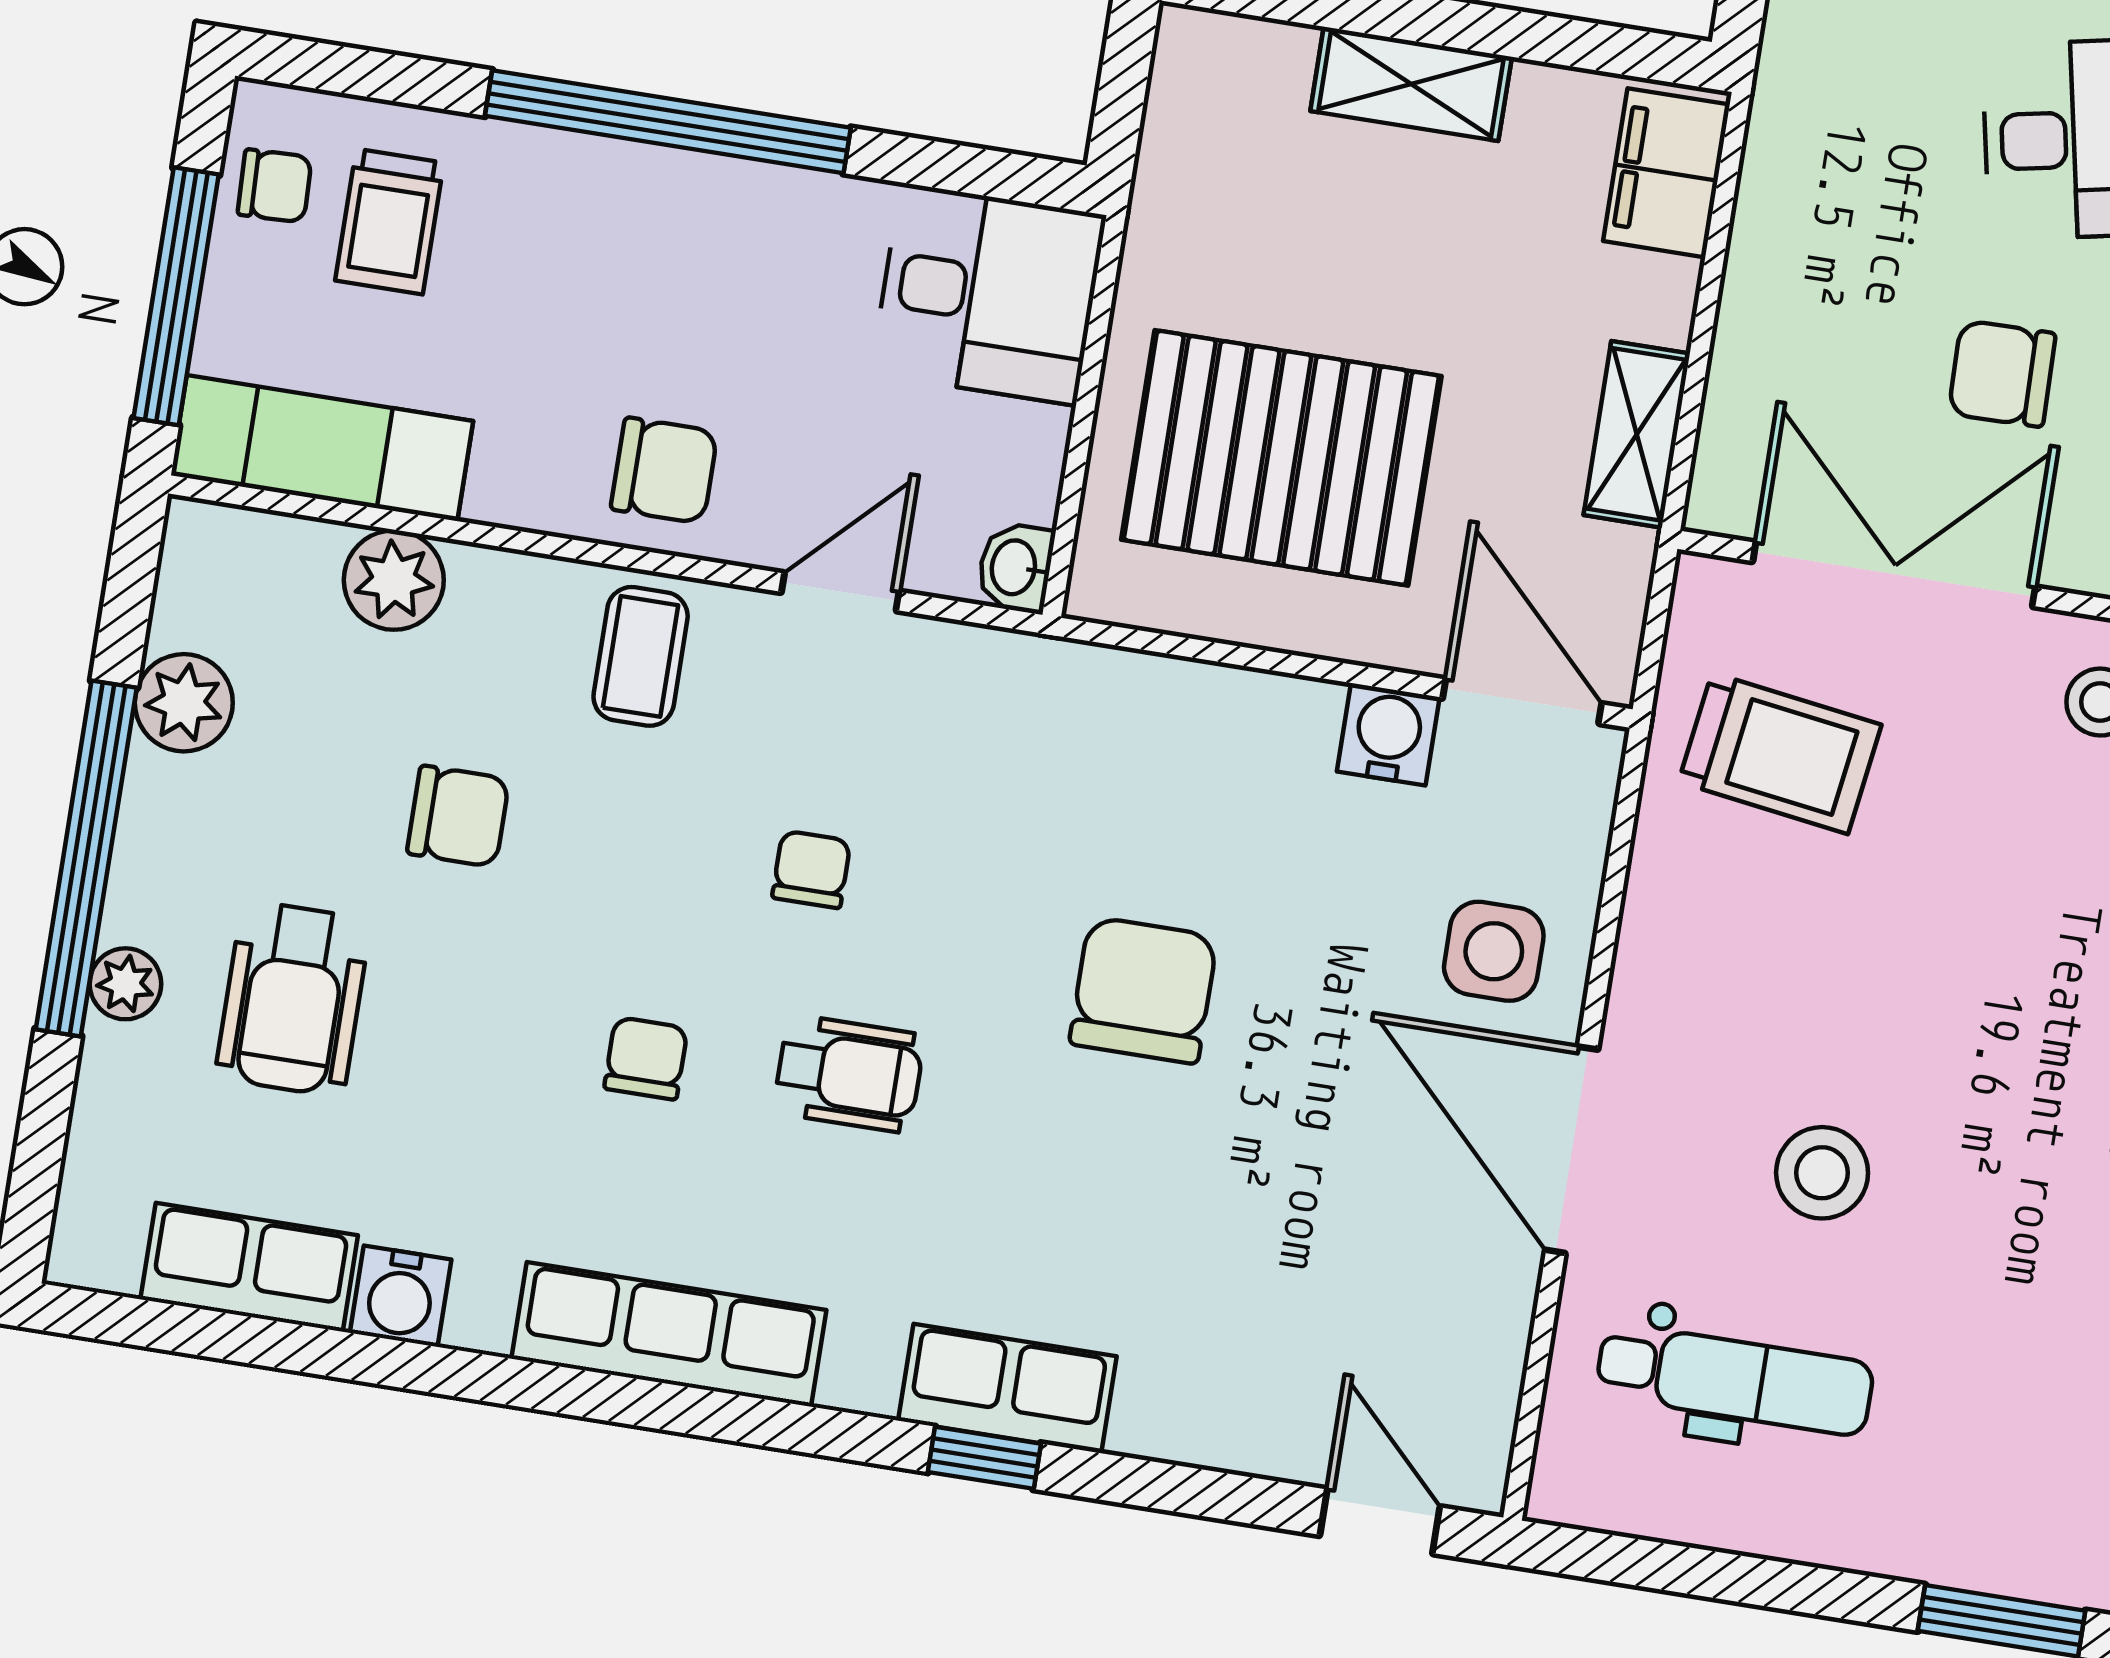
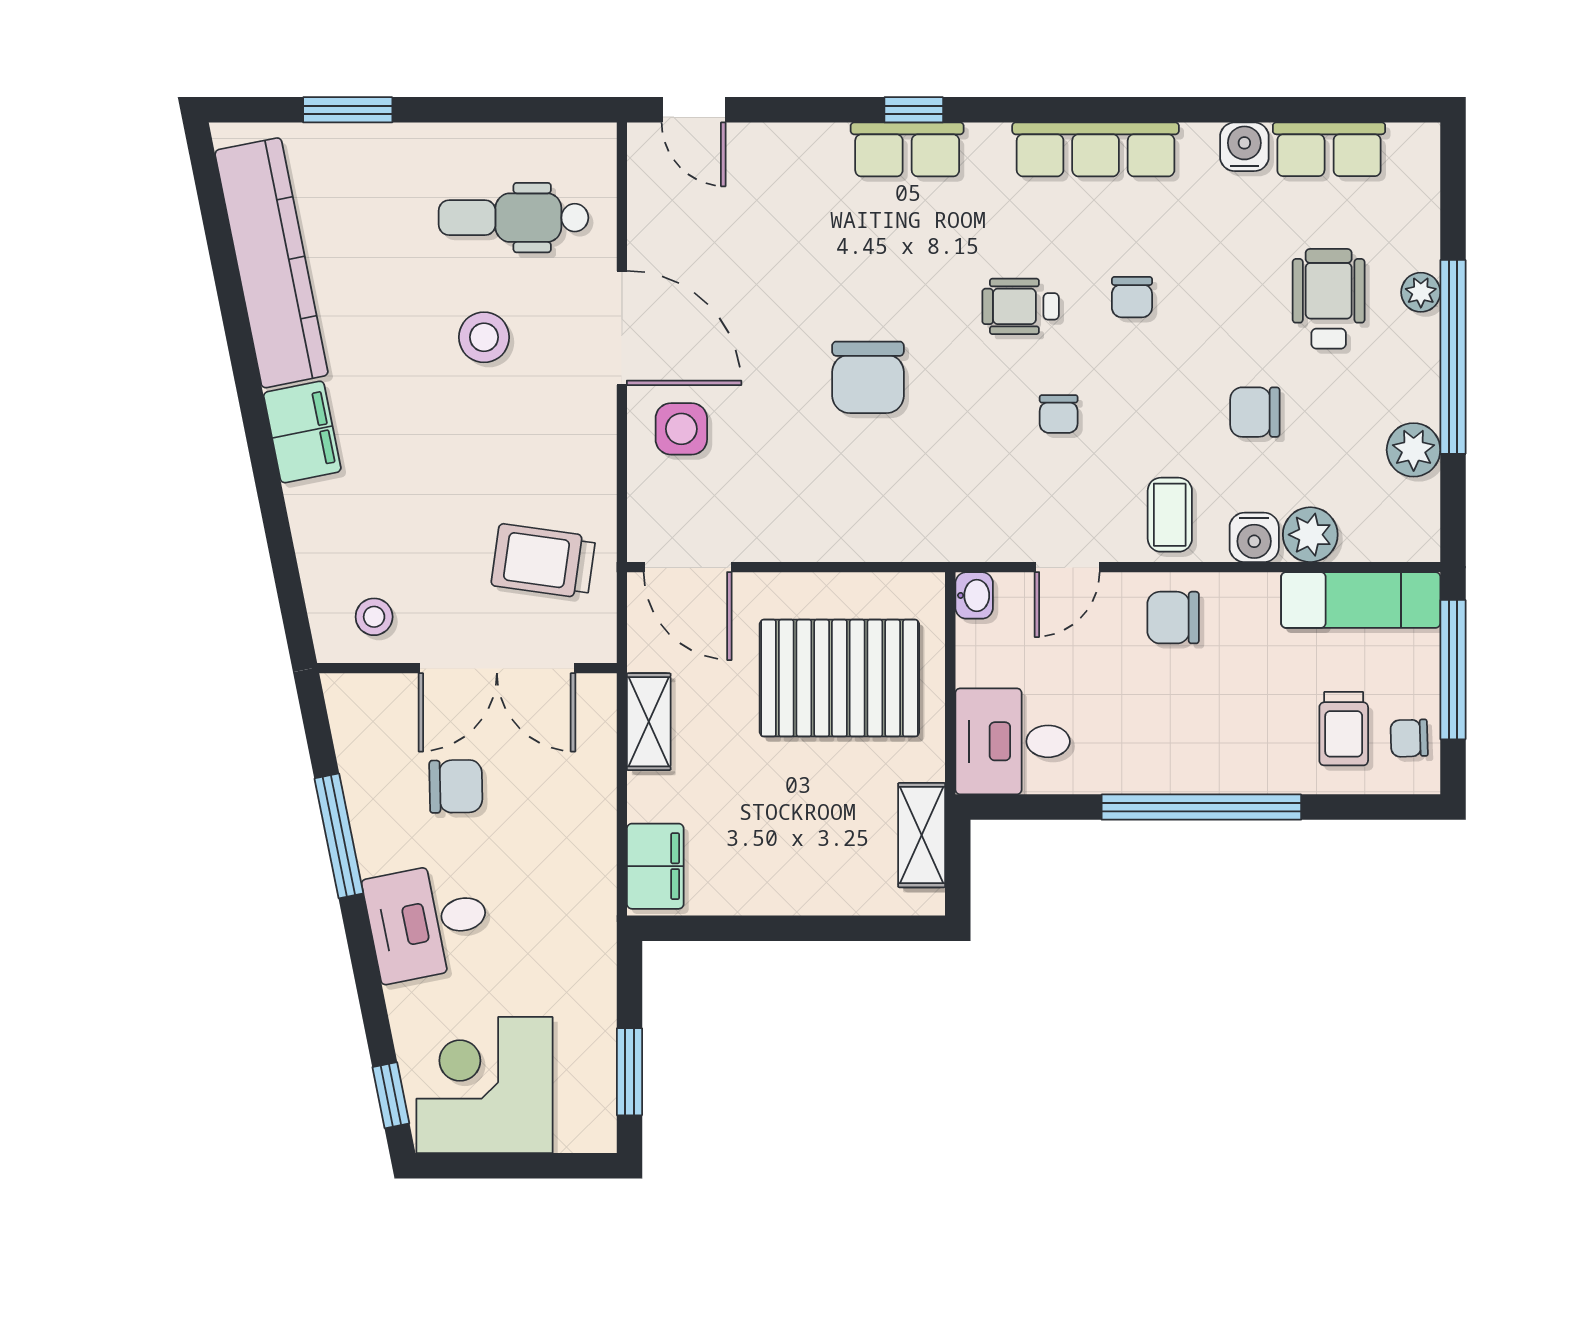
shelving: (1411, 84) -> (922, 835), moved, turned 90
trolley: (390, 222) -> (1344, 729), turned 180
water cooler: (1388, 734) -> (1254, 537), moved

